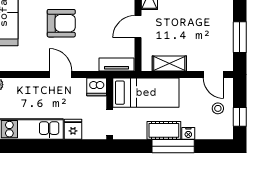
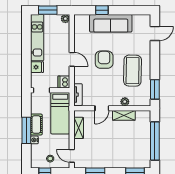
armchair: (61, 23) -> (104, 60), turned 180
door: (138, 27) -> (102, 108), swing flipped
door: (61, 74) -> (72, 59), hinge flipped
door: (213, 74) -> (72, 156), hinge flipped

